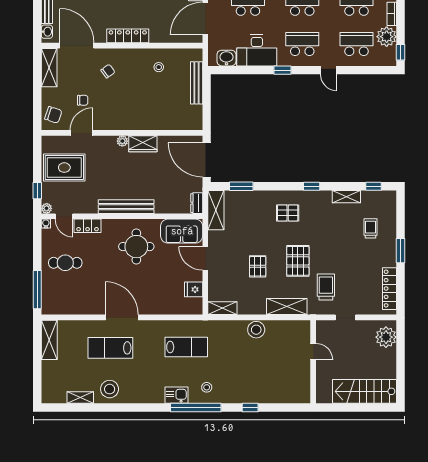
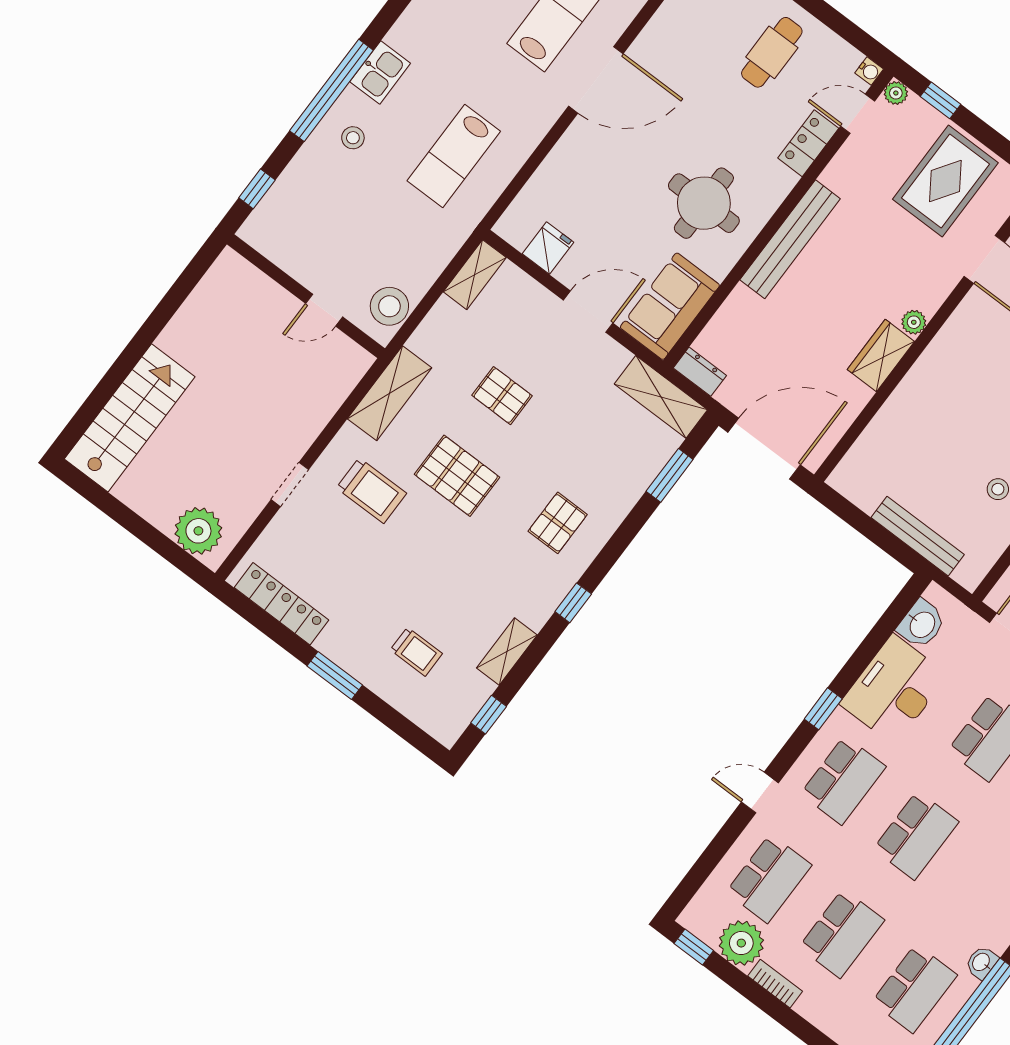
door: (313, 352) -> (324, 310), moved
wall: (313, 362) -> (306, 296), moved

